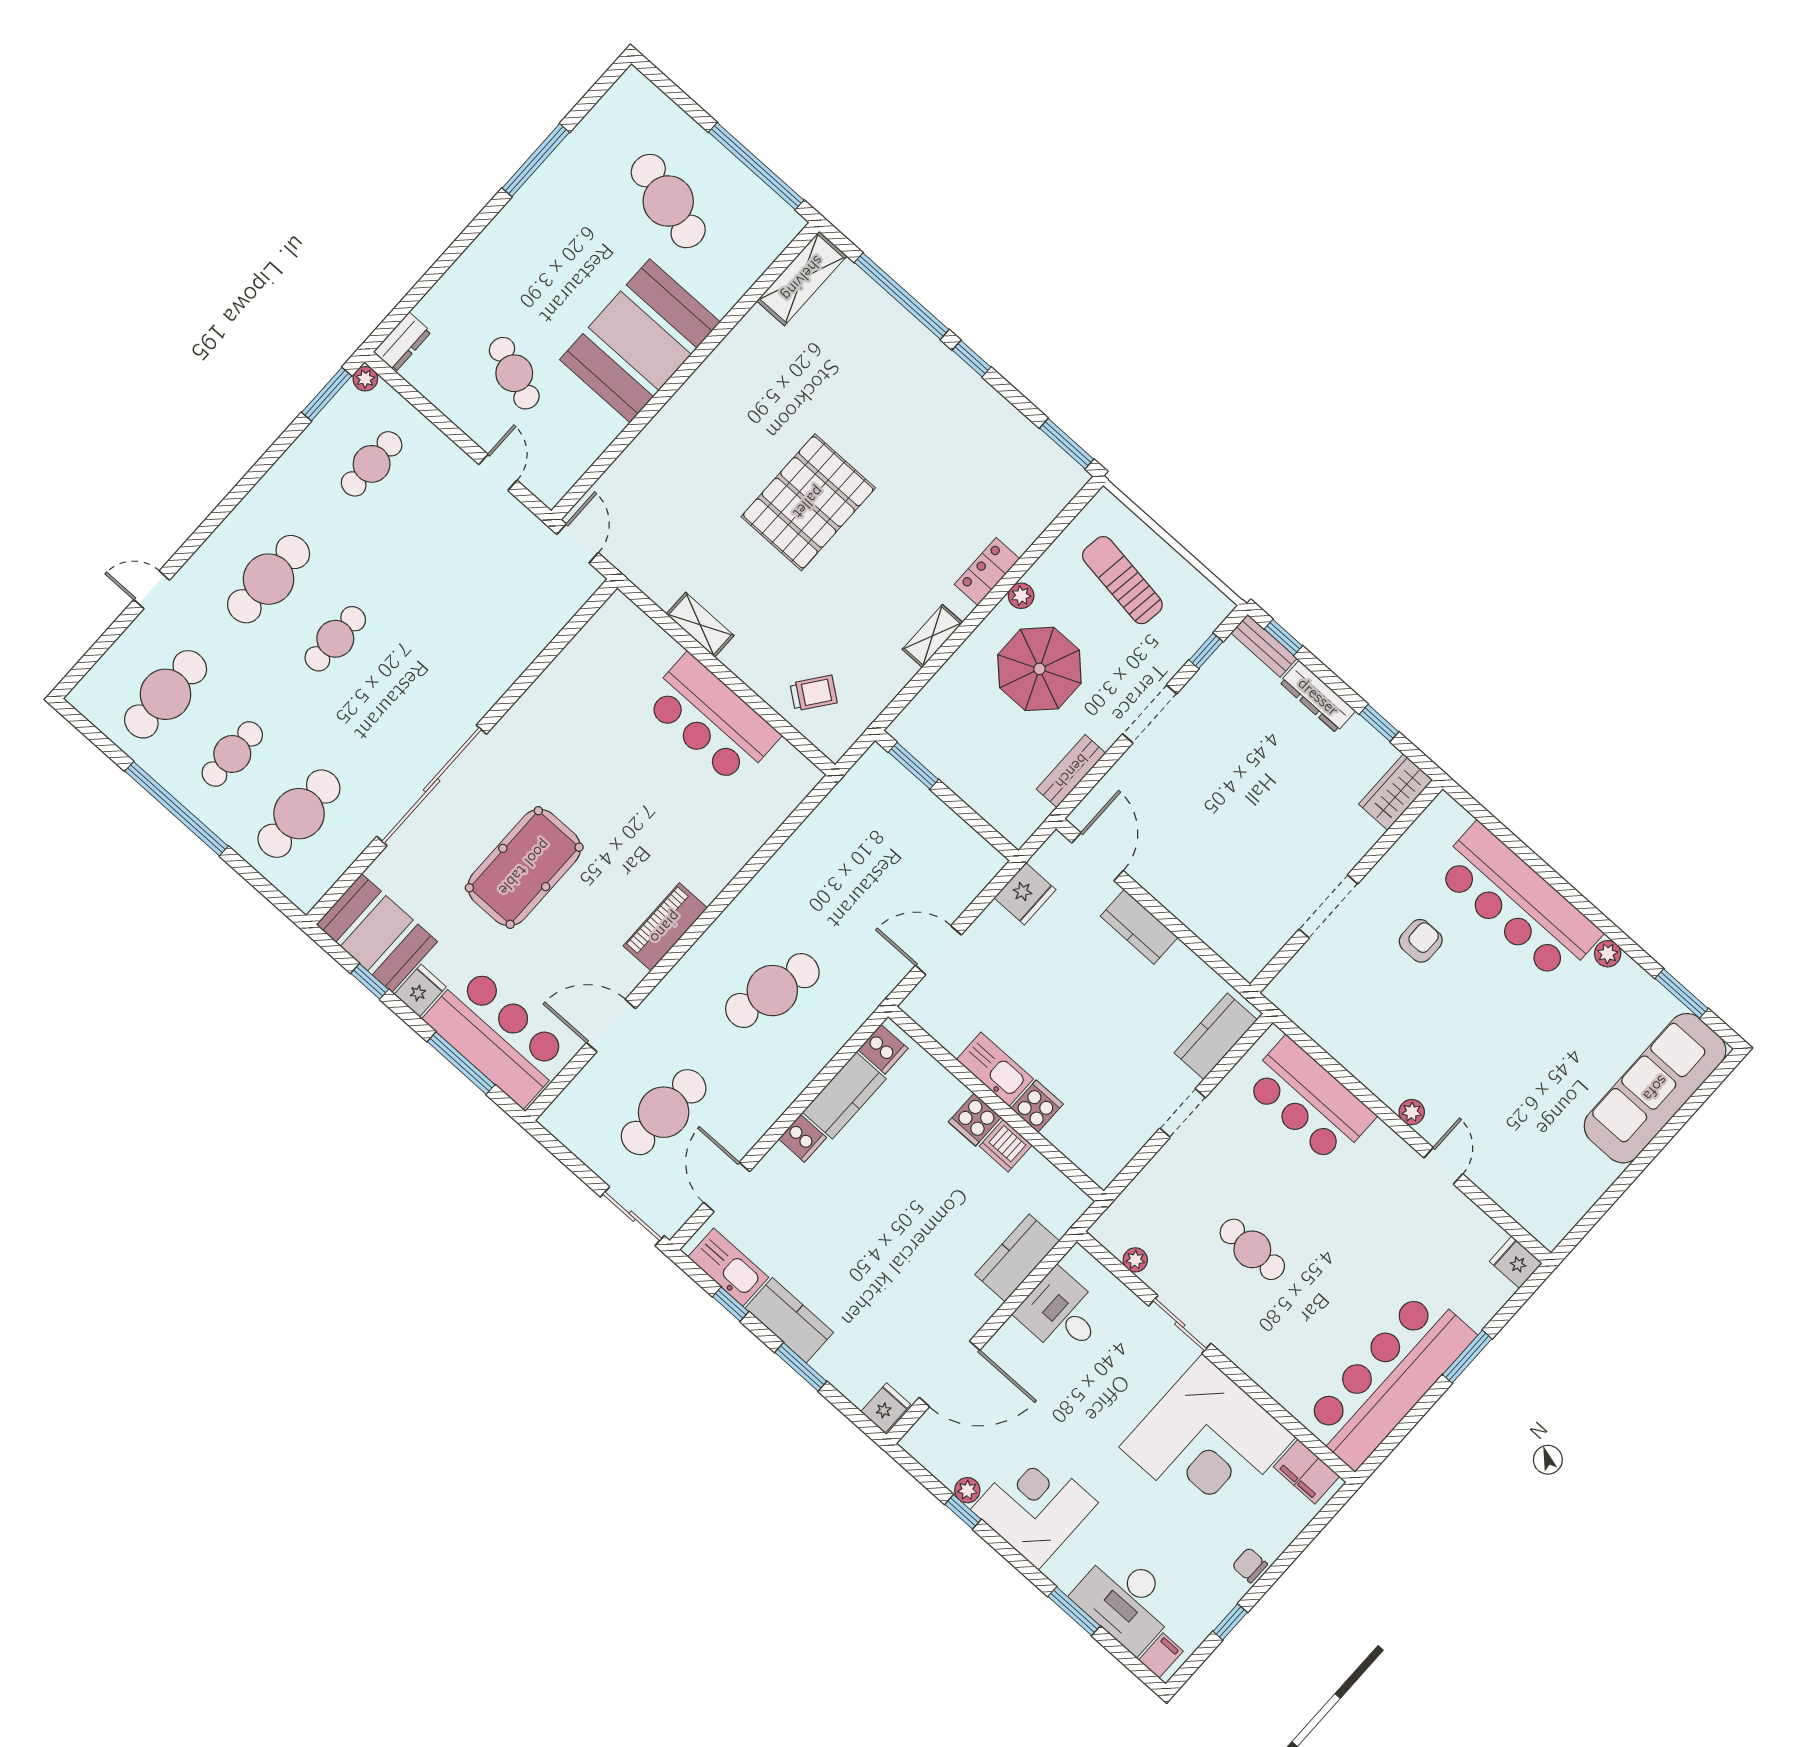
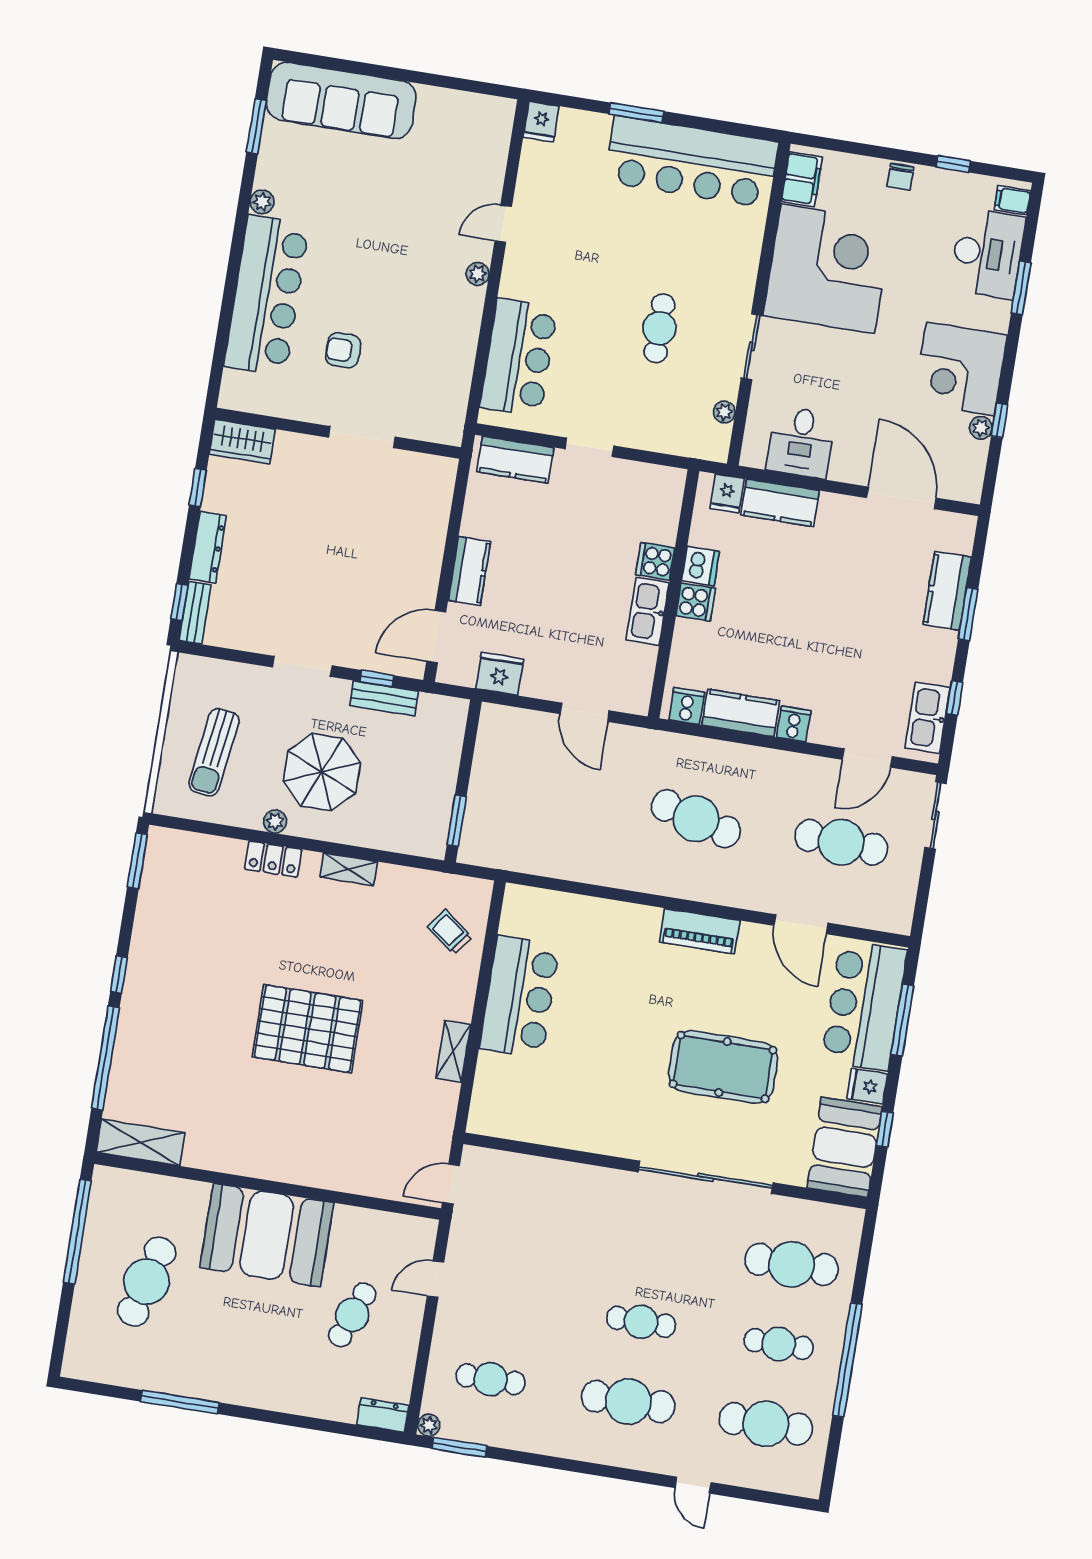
window: (1206, 651) -> (377, 679), moved
kitchen counter: (789, 1320) -> (947, 591), moved
fridge: (886, 1408) -> (727, 493), moved, turned -90

